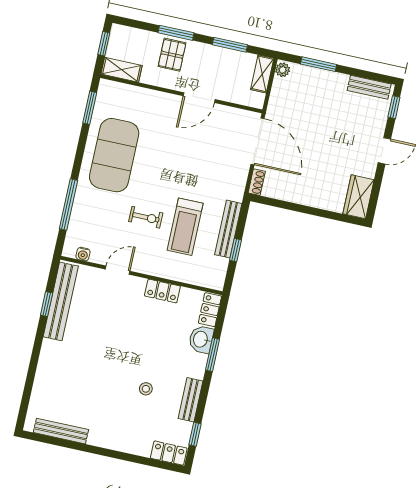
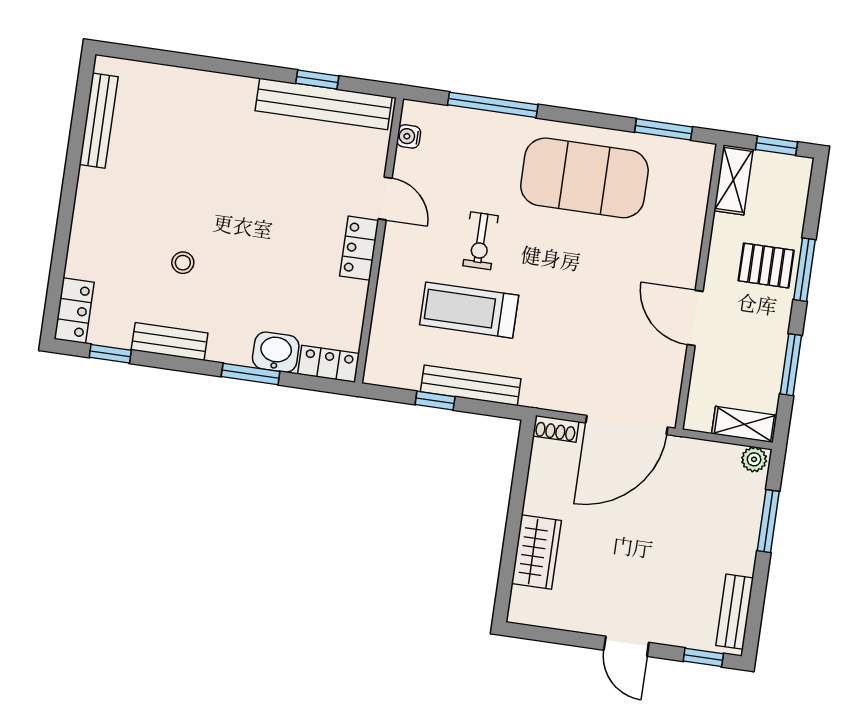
wardrobe: (358, 197) -> (536, 552), moved, turned 90
locker: (162, 291) -> (359, 248), moved

